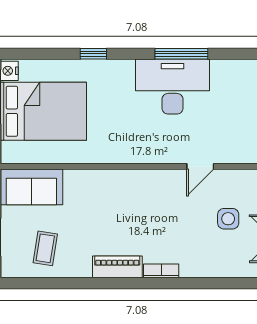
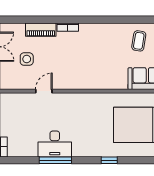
desk: (173, 87) -> (55, 144), width x0.73, depth x0.77
piano: (117, 267) -> (41, 30), moved

